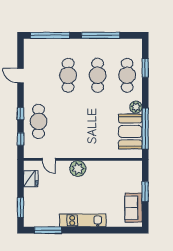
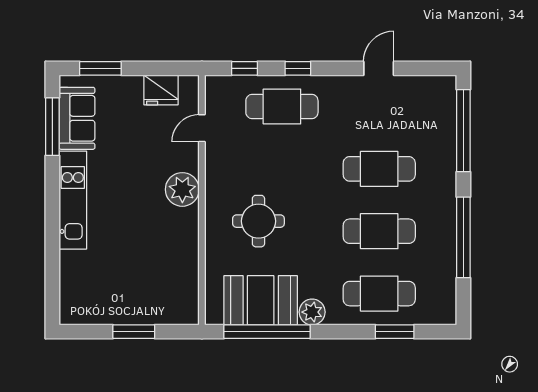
round table: (93, 132) -> (258, 221), added
sofa: (134, 208) -> (77, 118), moved, turned 90

